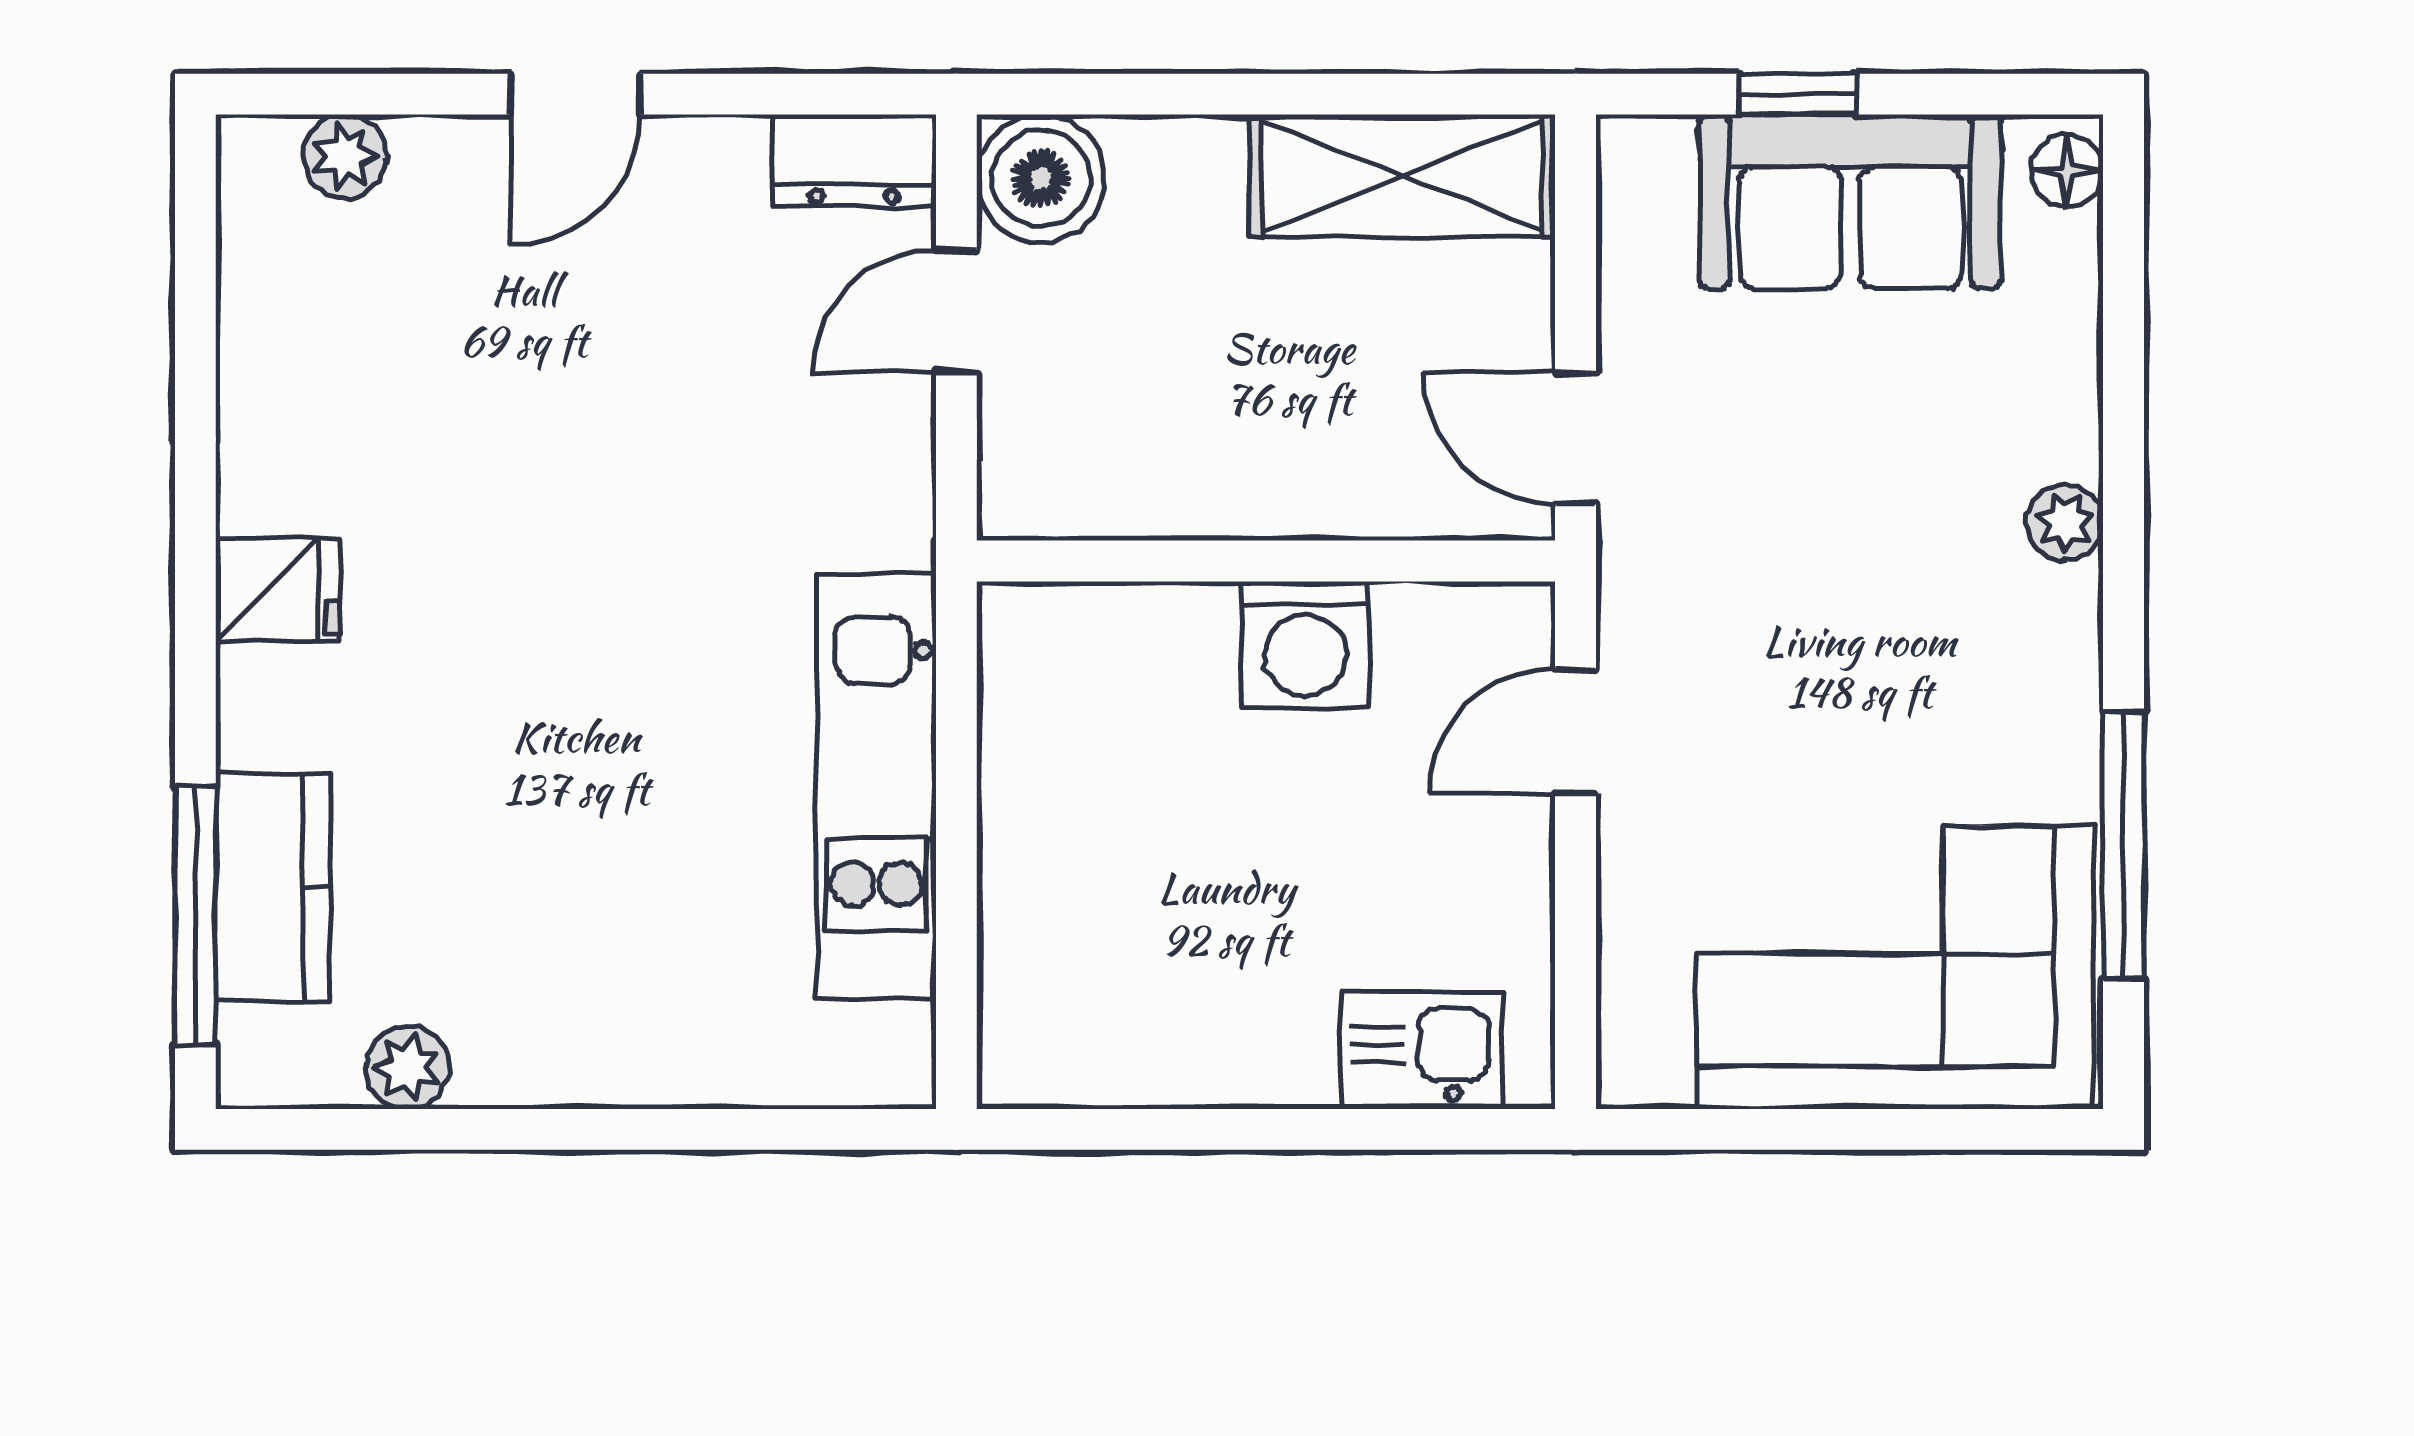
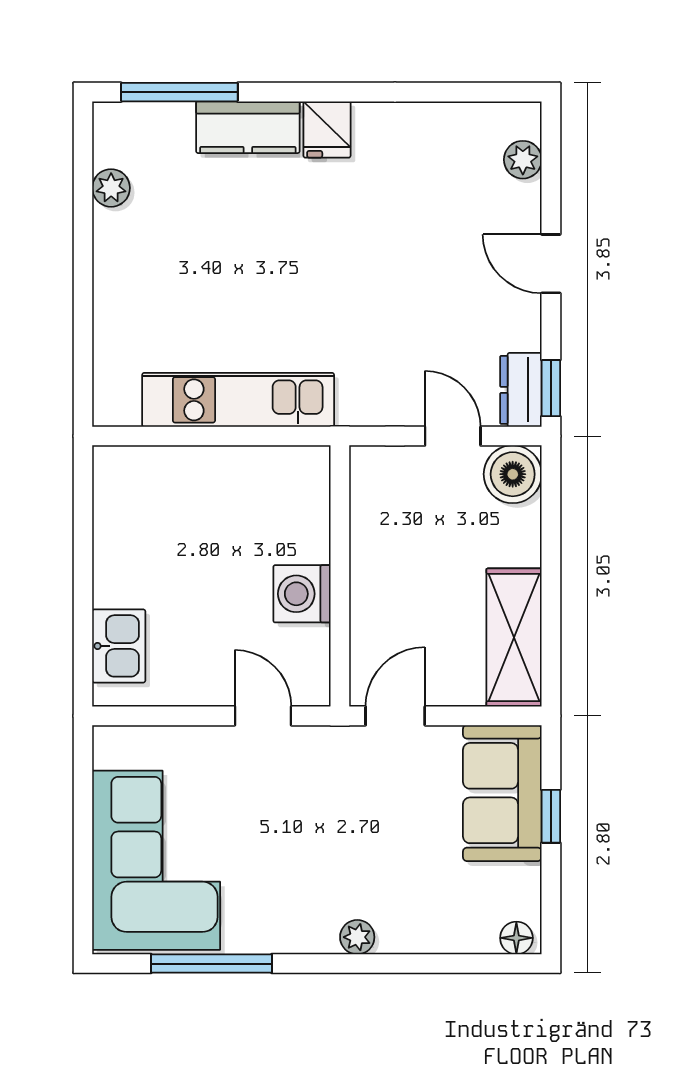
window: (850, 94) -> (551, 388), added
sofa: (1850, 202) -> (502, 793), moved
kitchen counter: (273, 887) -> (248, 127), moved

